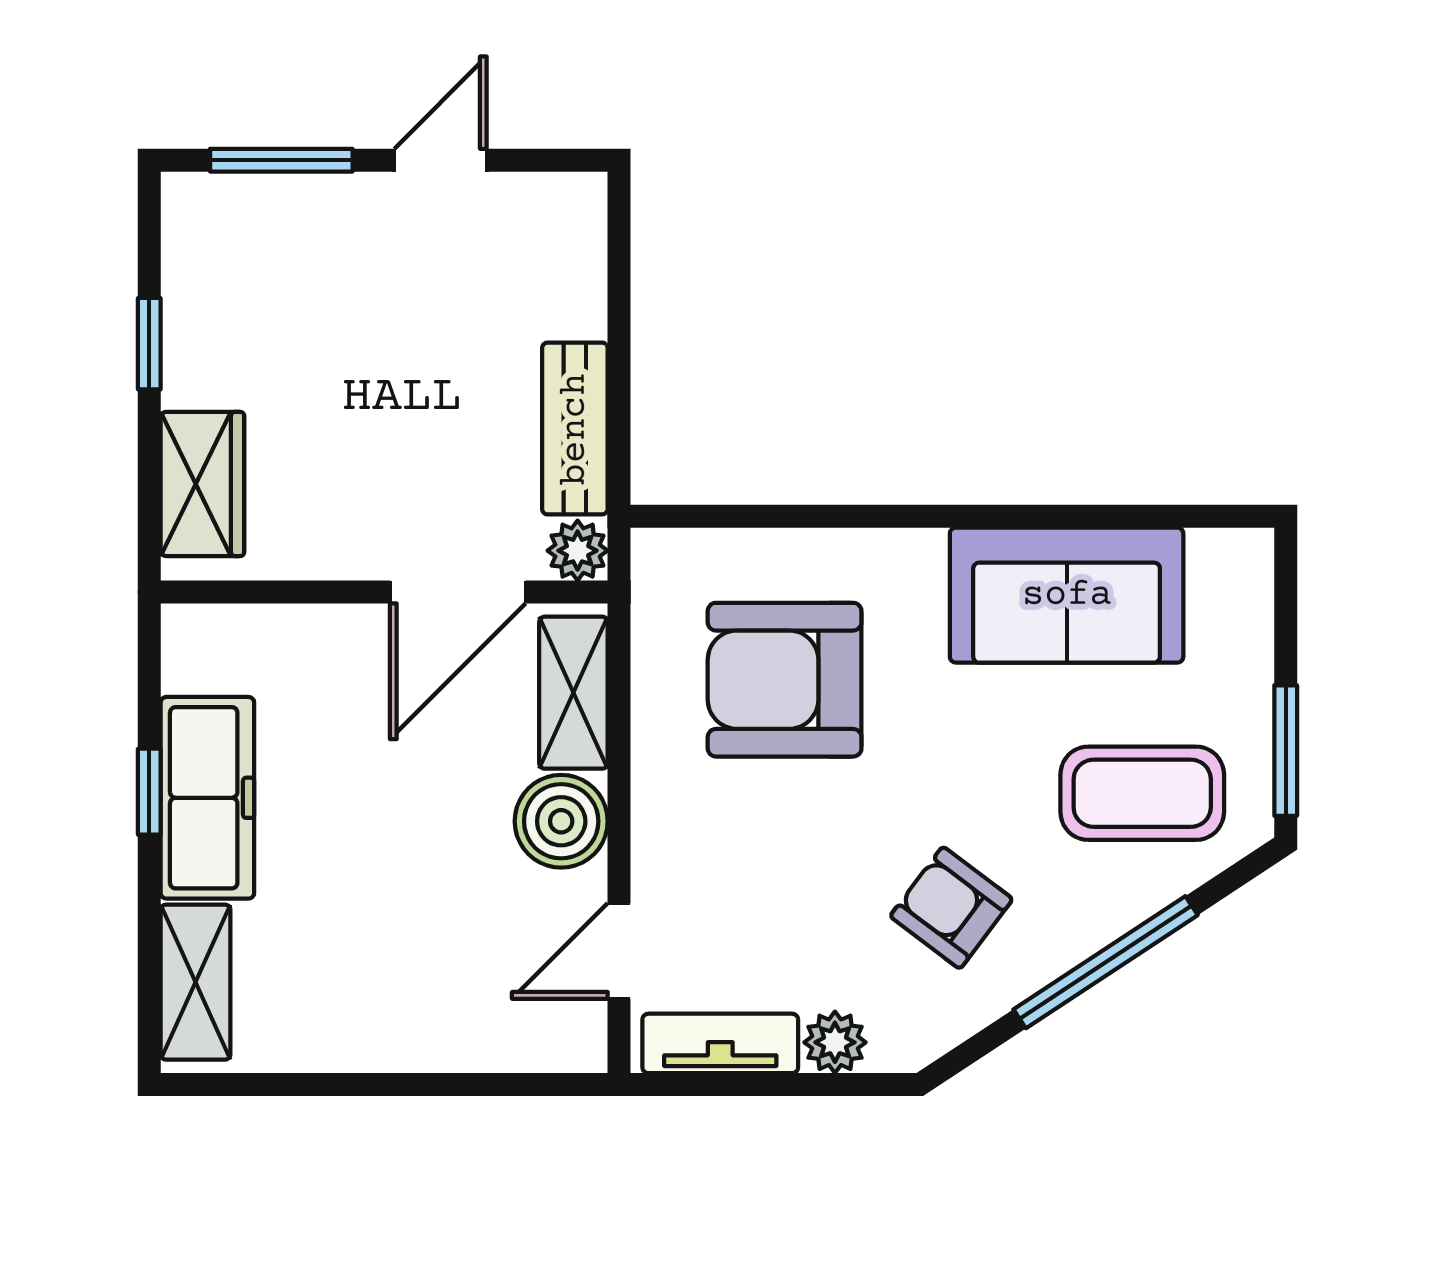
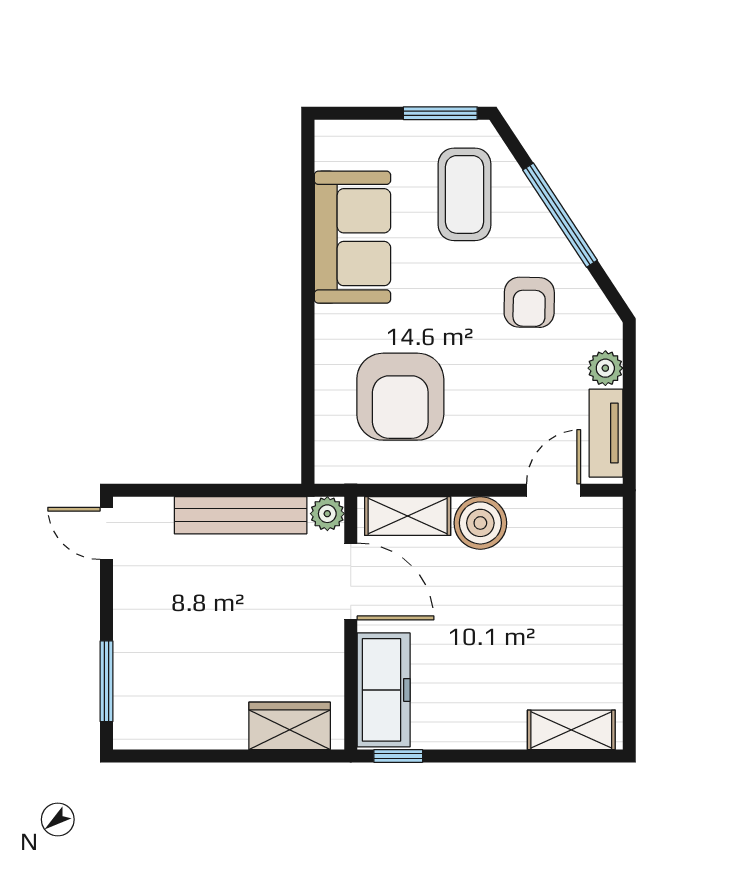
door: (441, 160) -> (106, 533), moved
window: (149, 344) -> (210, 756), removed
bench: (575, 429) -> (241, 515), width x1.36
window: (149, 792) -> (398, 756), moved
freezer: (207, 798) -> (384, 690), moved, turned 90
armchair: (951, 908) -> (529, 302), turned -36
door: (619, 951) -> (554, 490), swing flipped

